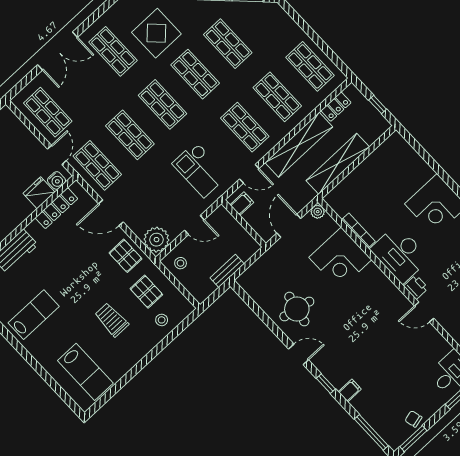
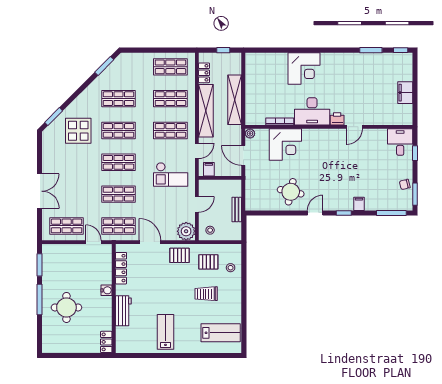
shop shelf: (113, 51) -> (67, 162), removed
water cooler: (56, 180) -> (107, 290), moved
fridge: (39, 193) -> (104, 270), removed
door: (111, 213) -> (150, 242), swing flipped

